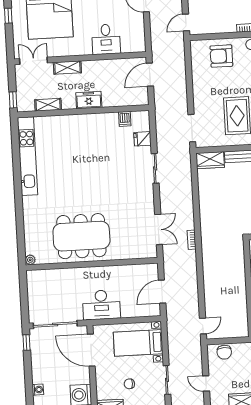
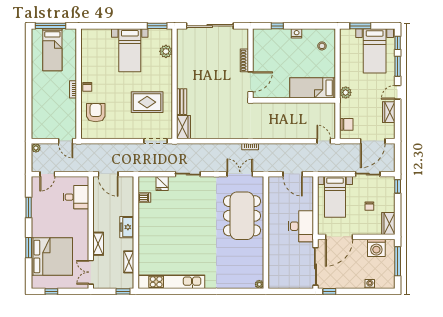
desk: (106, 39) -> (76, 197), moved
armchair: (221, 56) -> (96, 113), turned 180
dining table: (81, 236) -> (242, 216), moved
door: (206, 384) -> (373, 141), width x1.87

